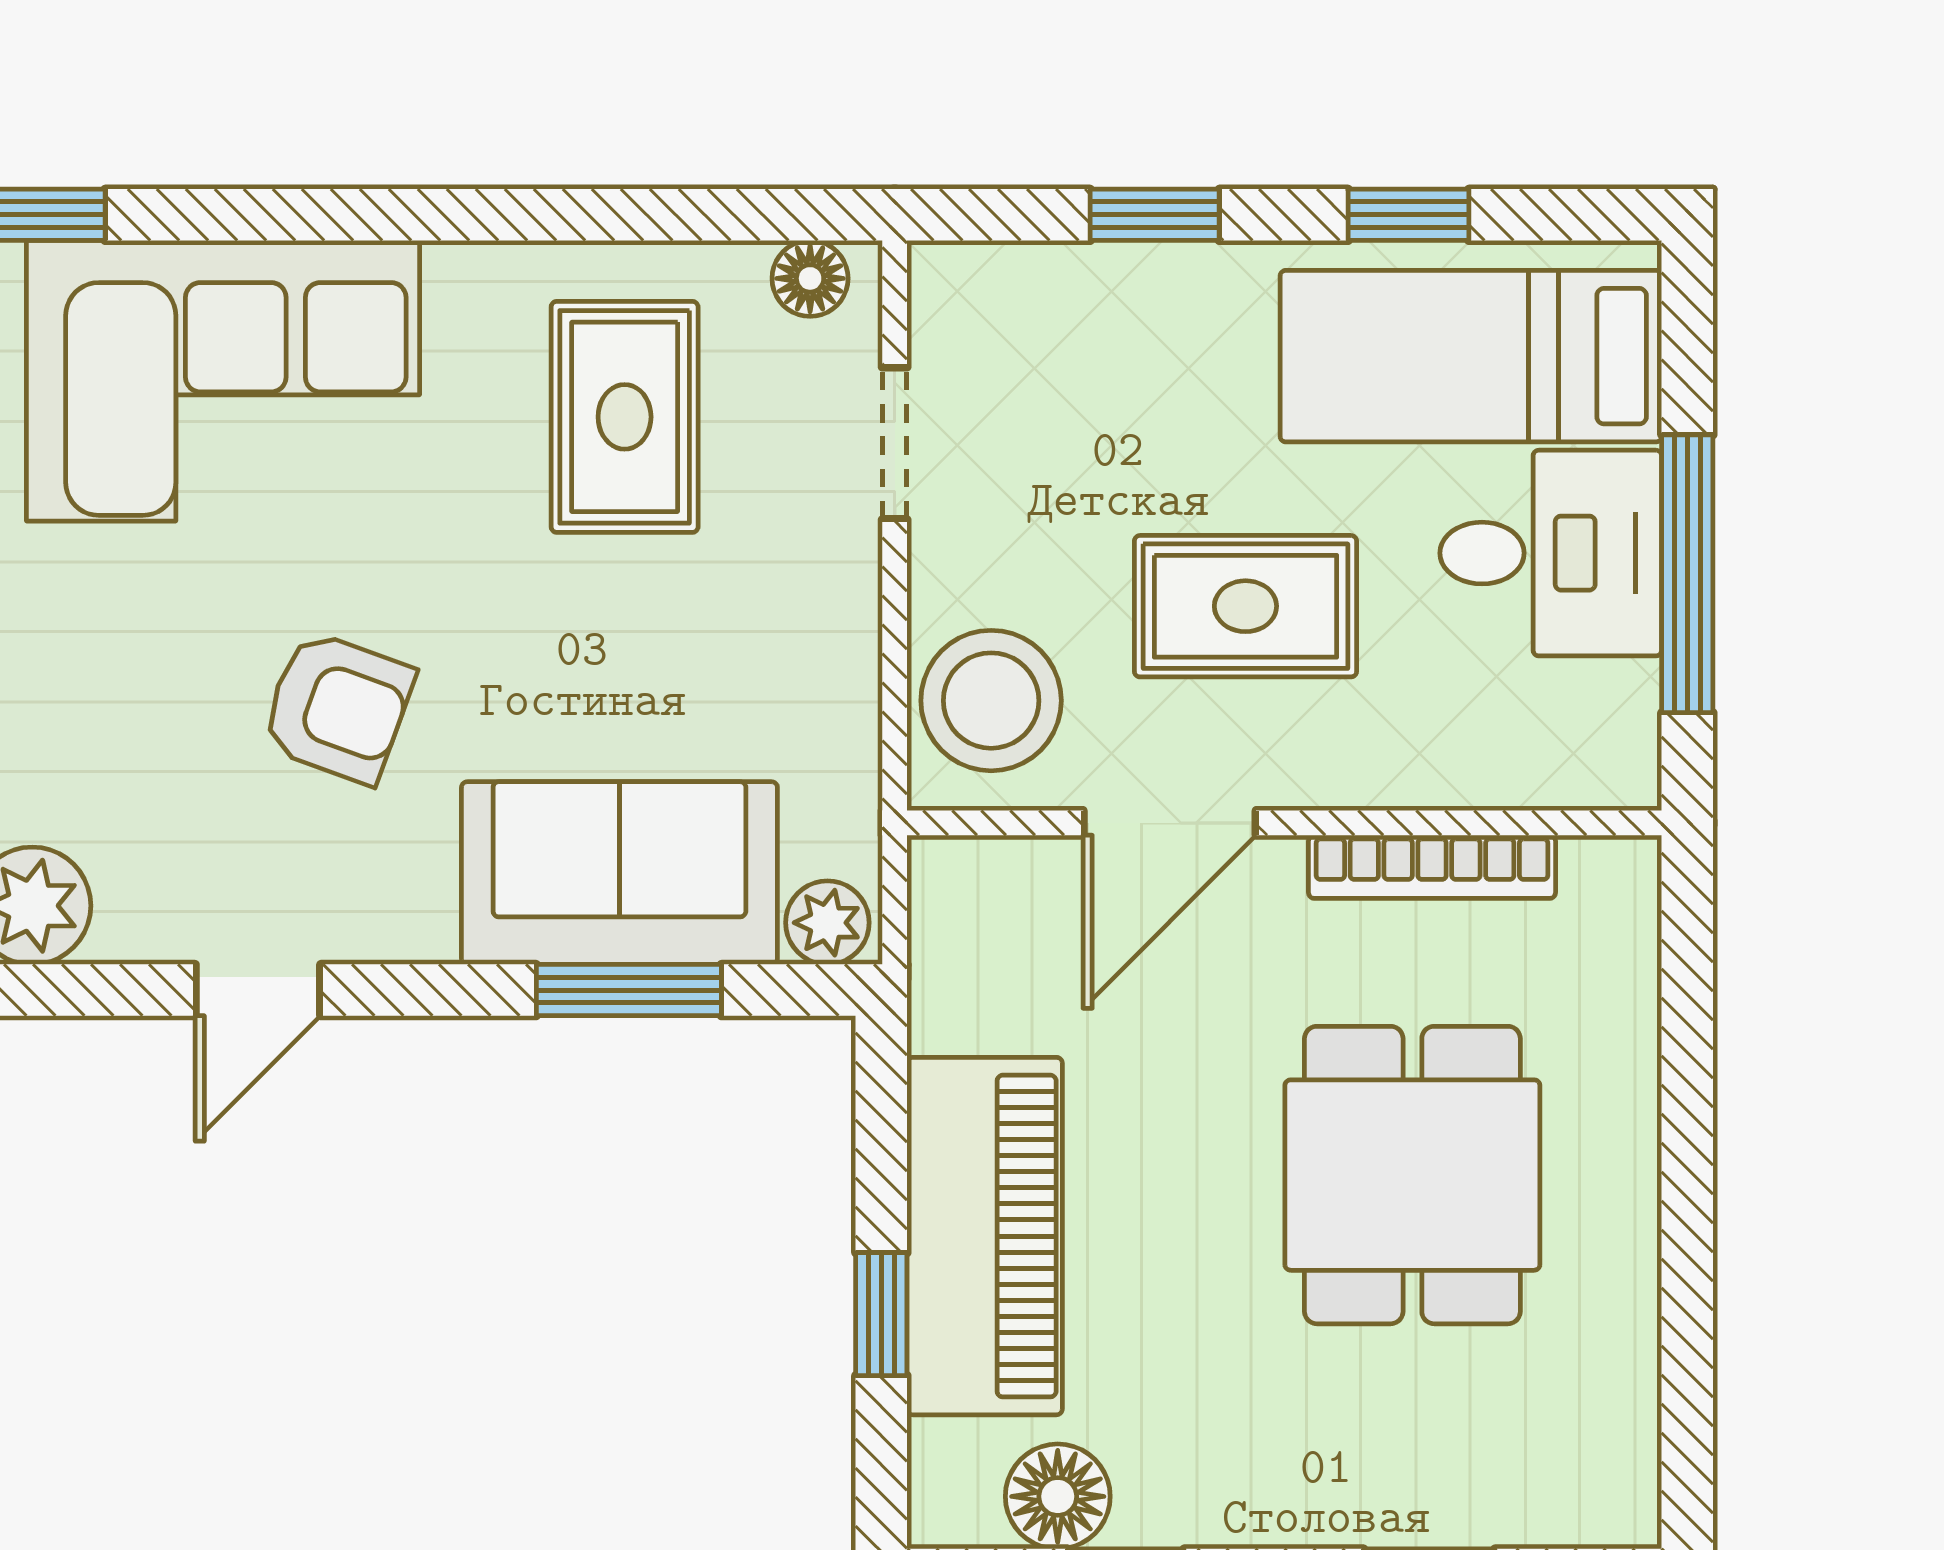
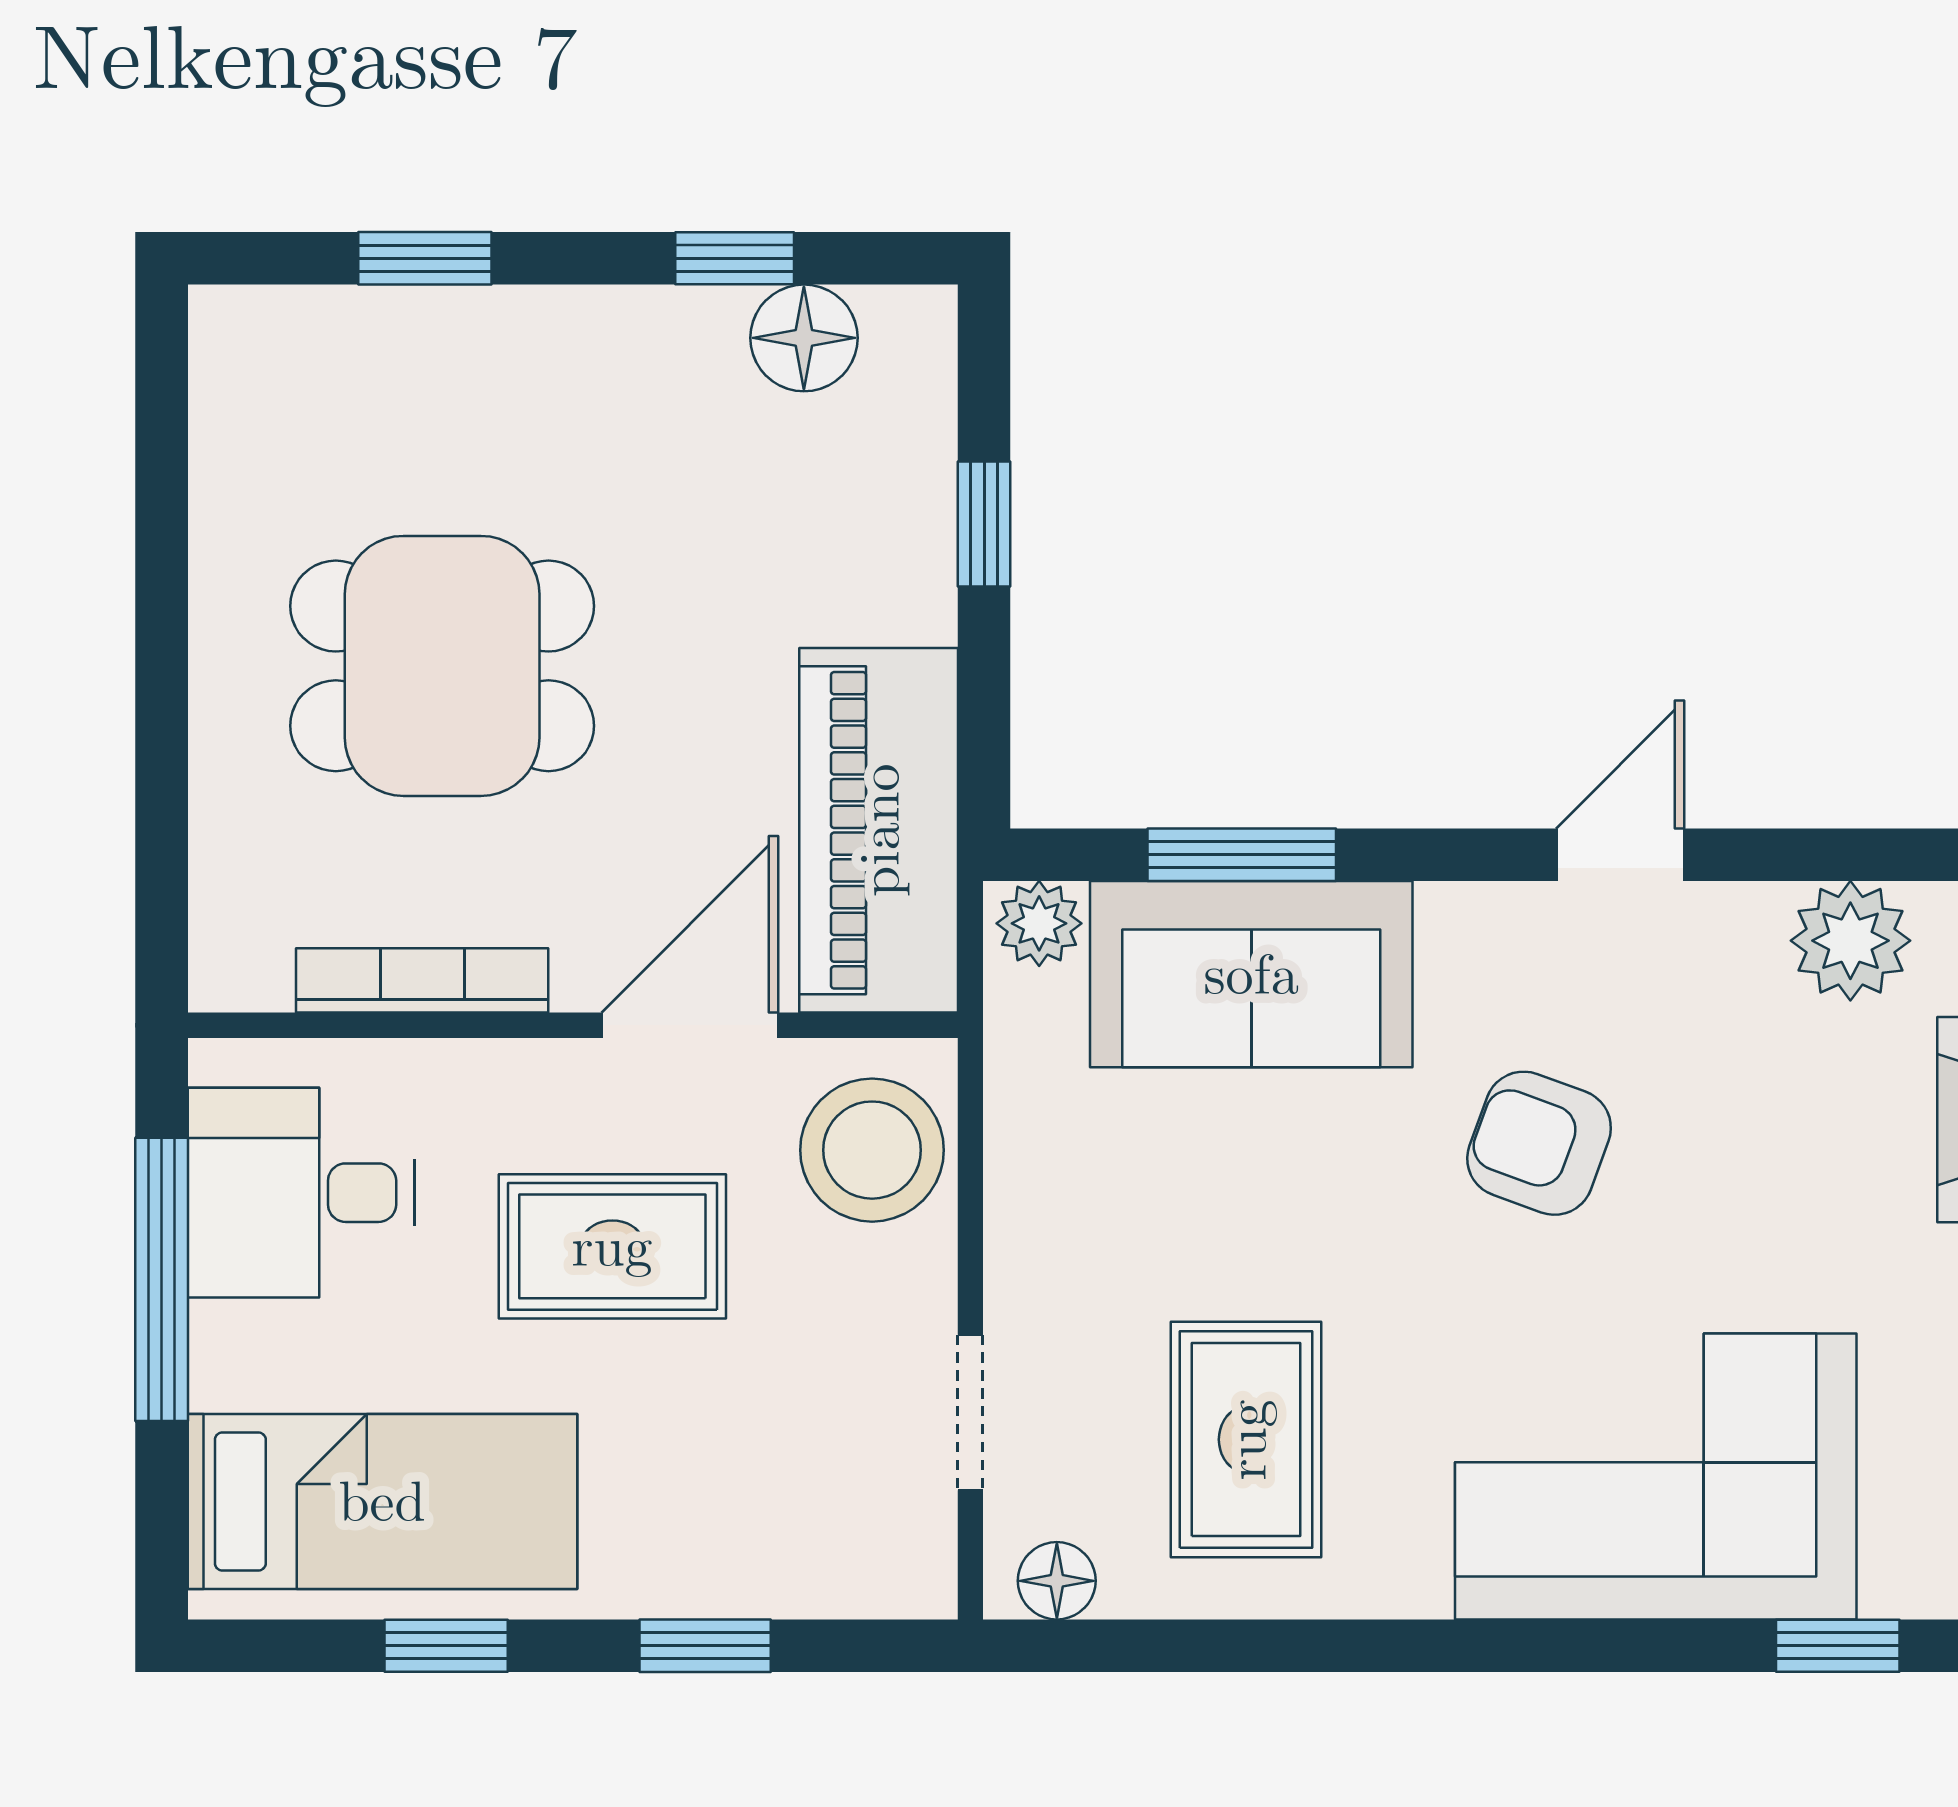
desk: (1551, 553) -> (301, 1193), moved
dining table: (1412, 1175) -> (442, 666), turned 90
piano: (985, 1236) -> (879, 830), moved

